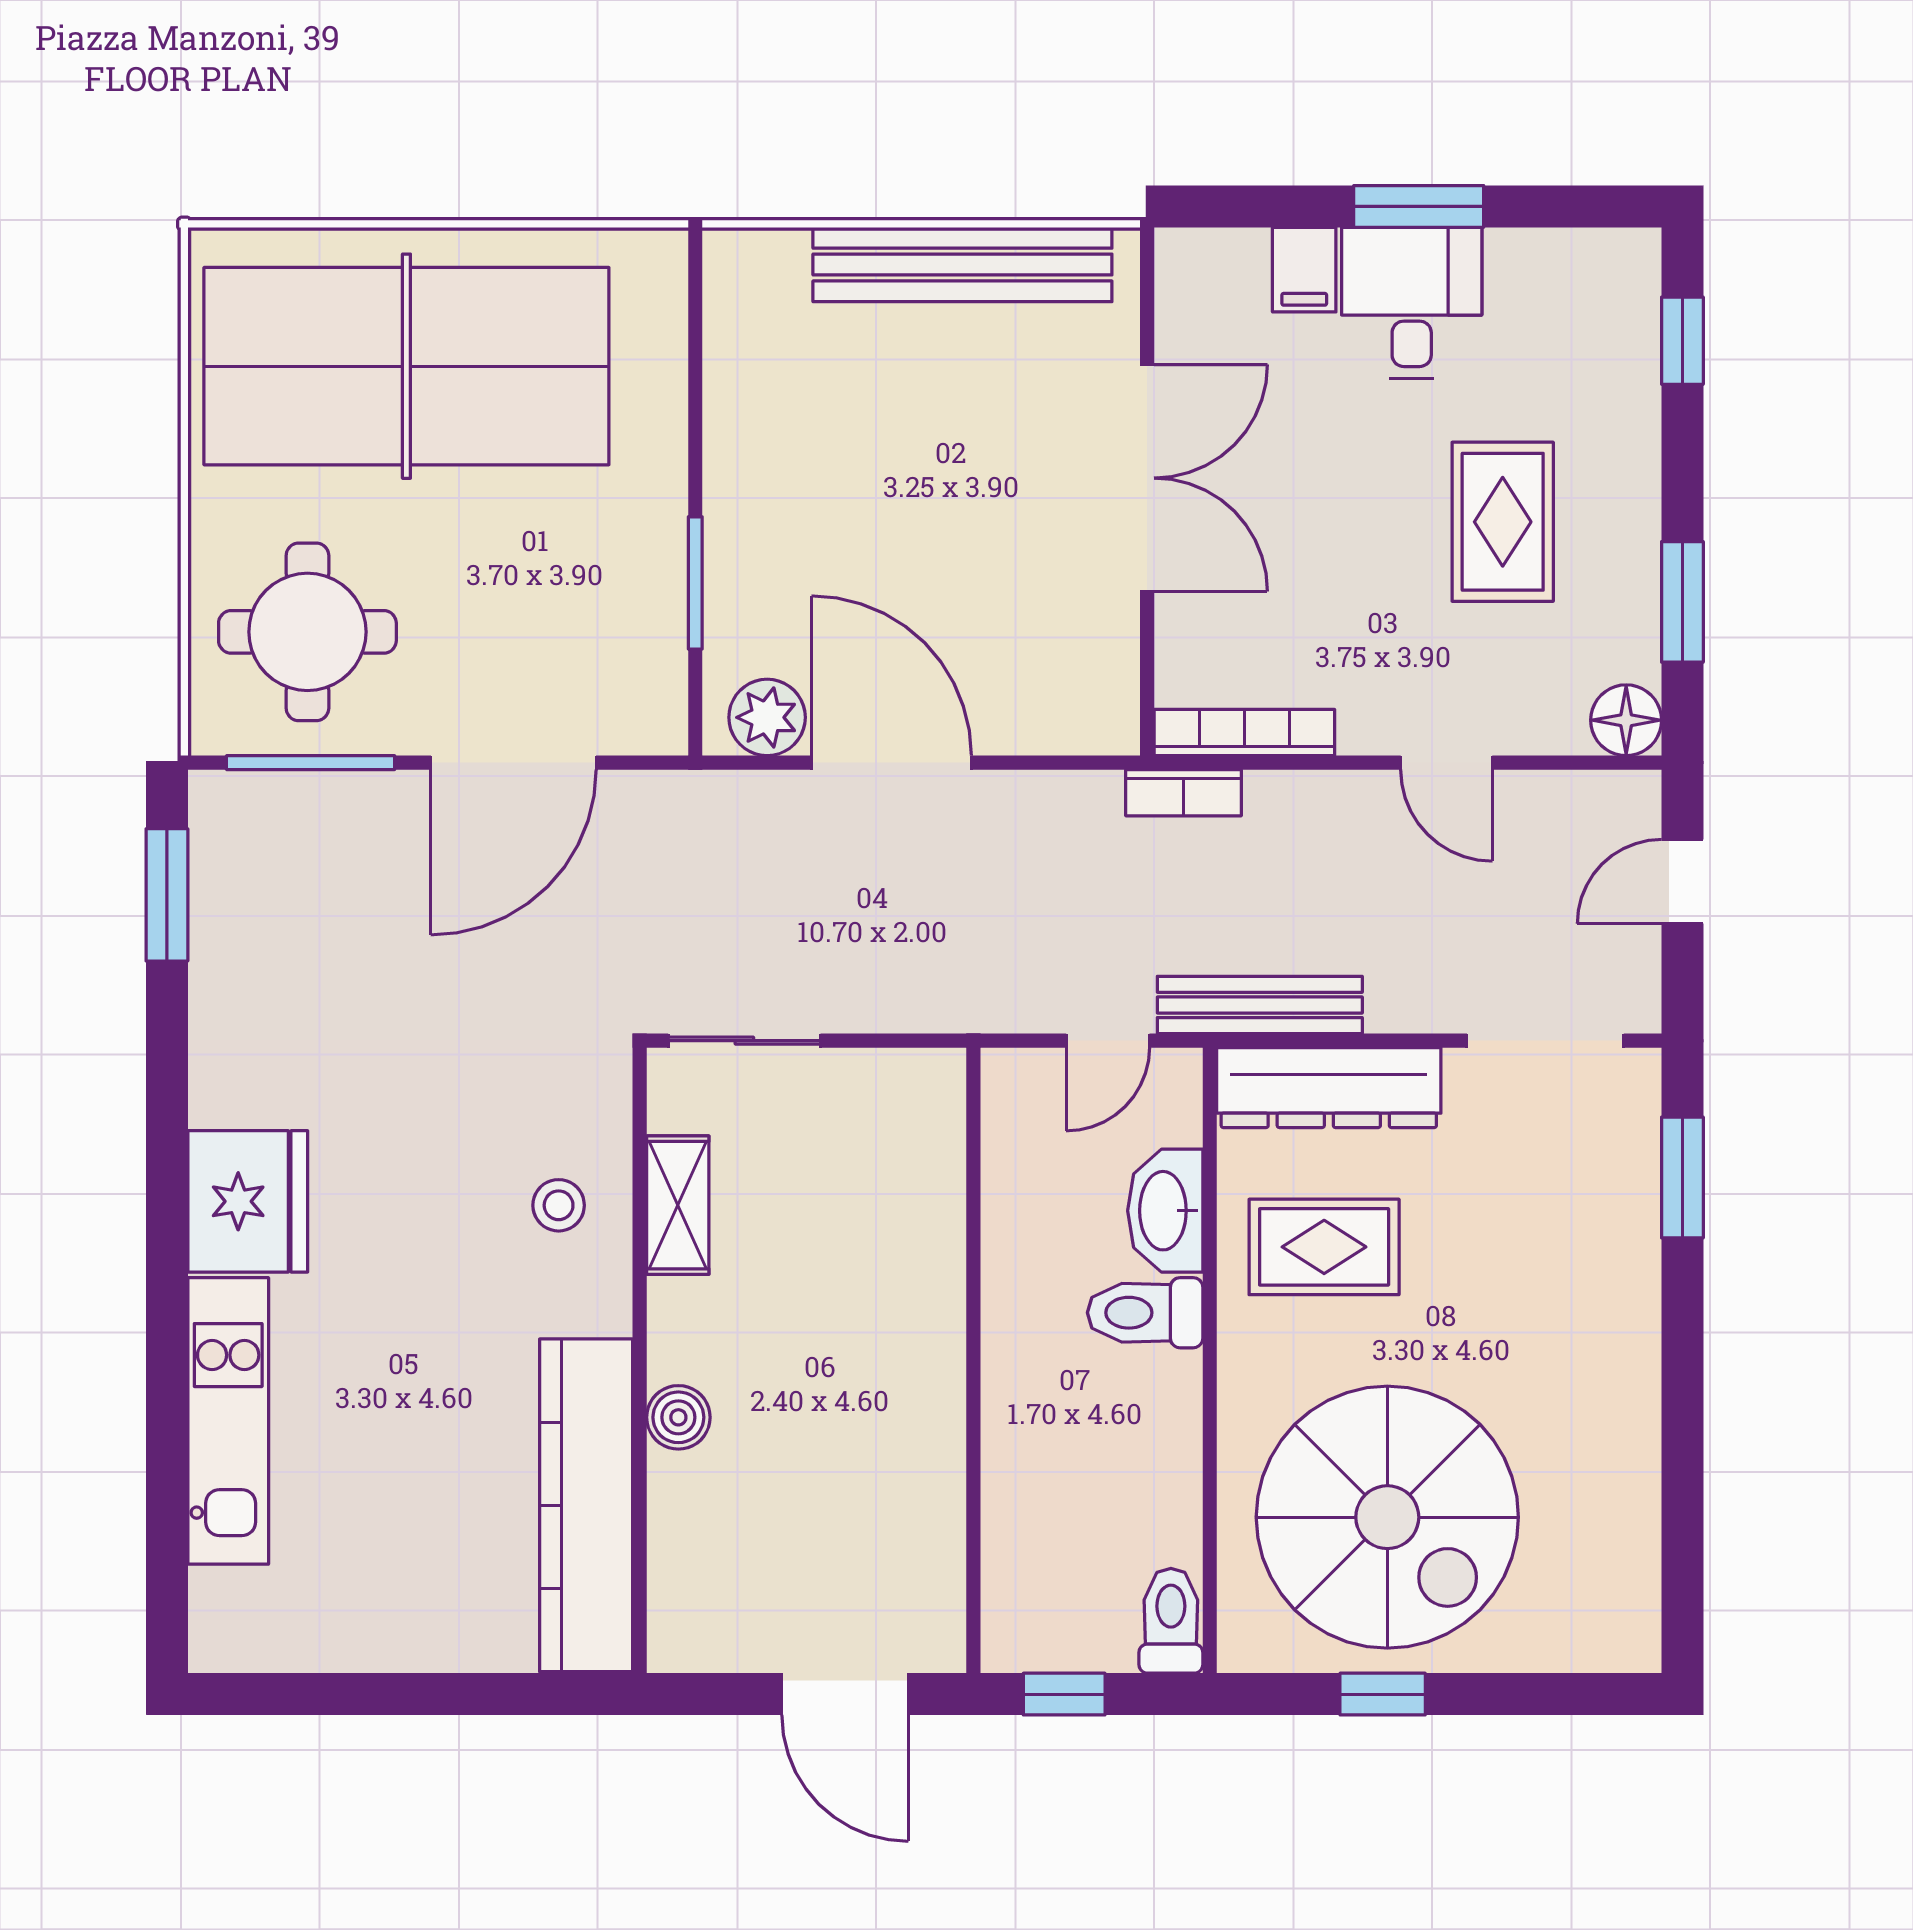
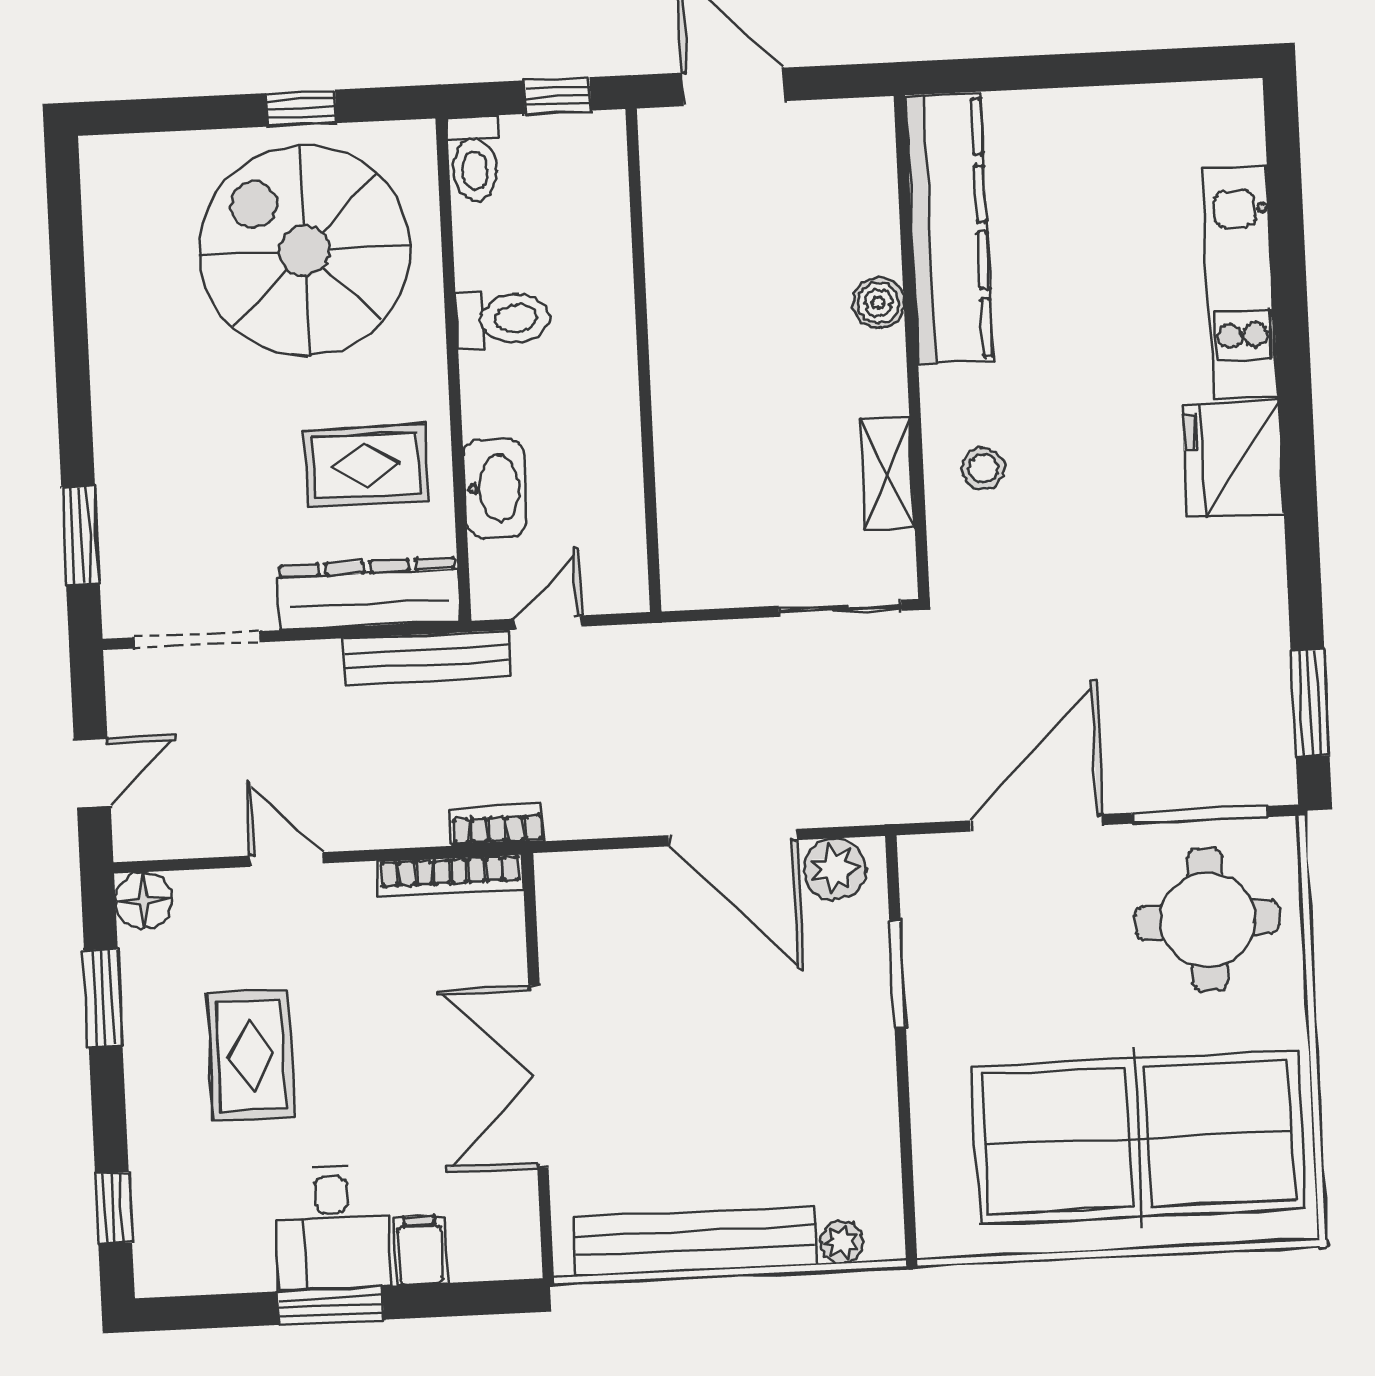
plant: (781, 254) -> (842, 1242), added
toilet: (1145, 1313) -> (503, 319), moved

